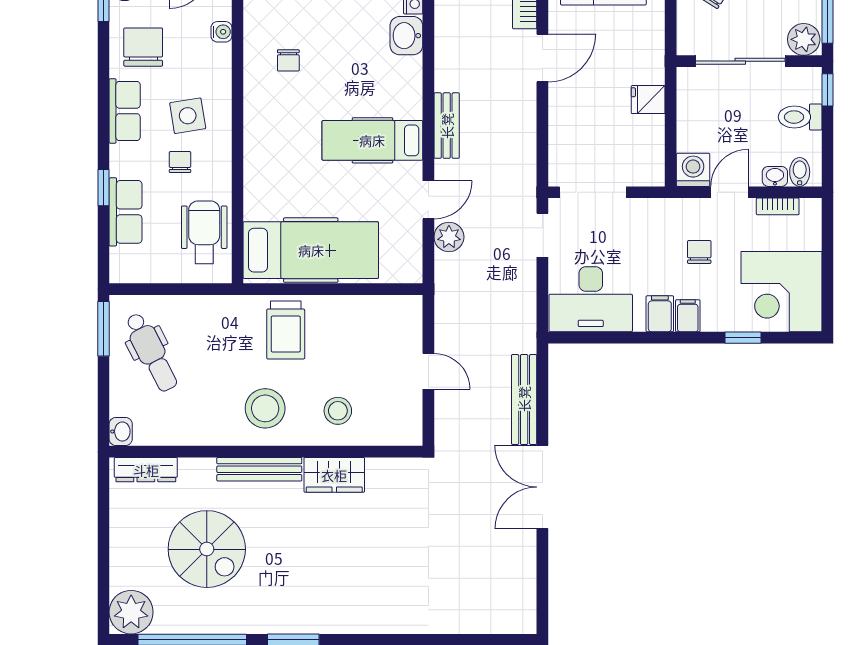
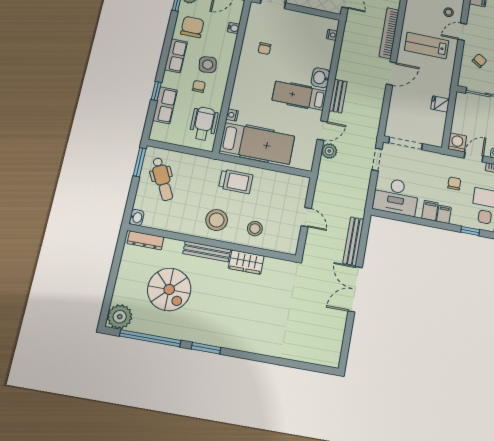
washbasin: (406, 36) -> (320, 78), moved
nightstand: (253, 205) -> (232, 115), added
trolley: (286, 330) -> (236, 181), turned -90

